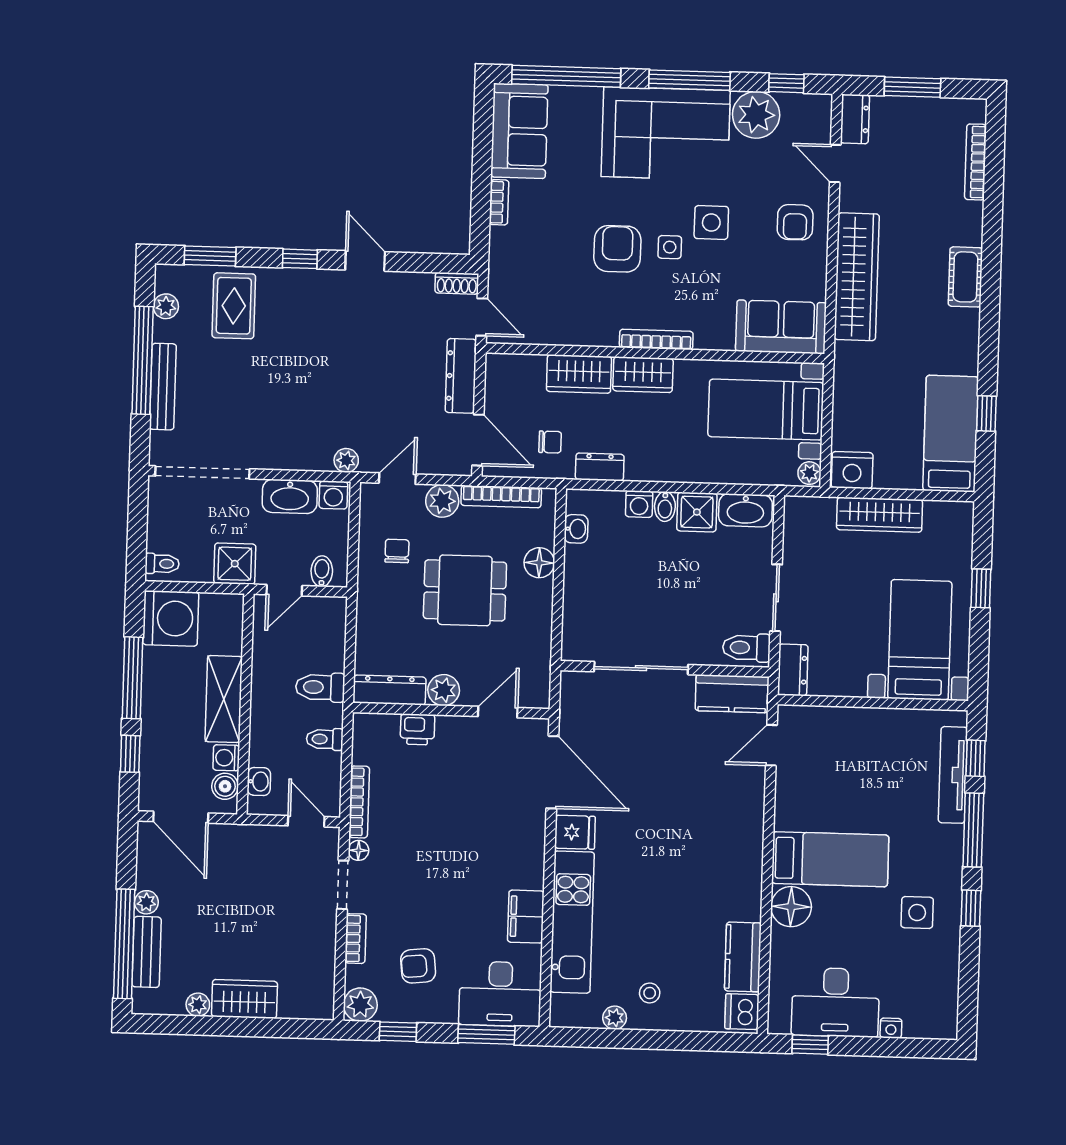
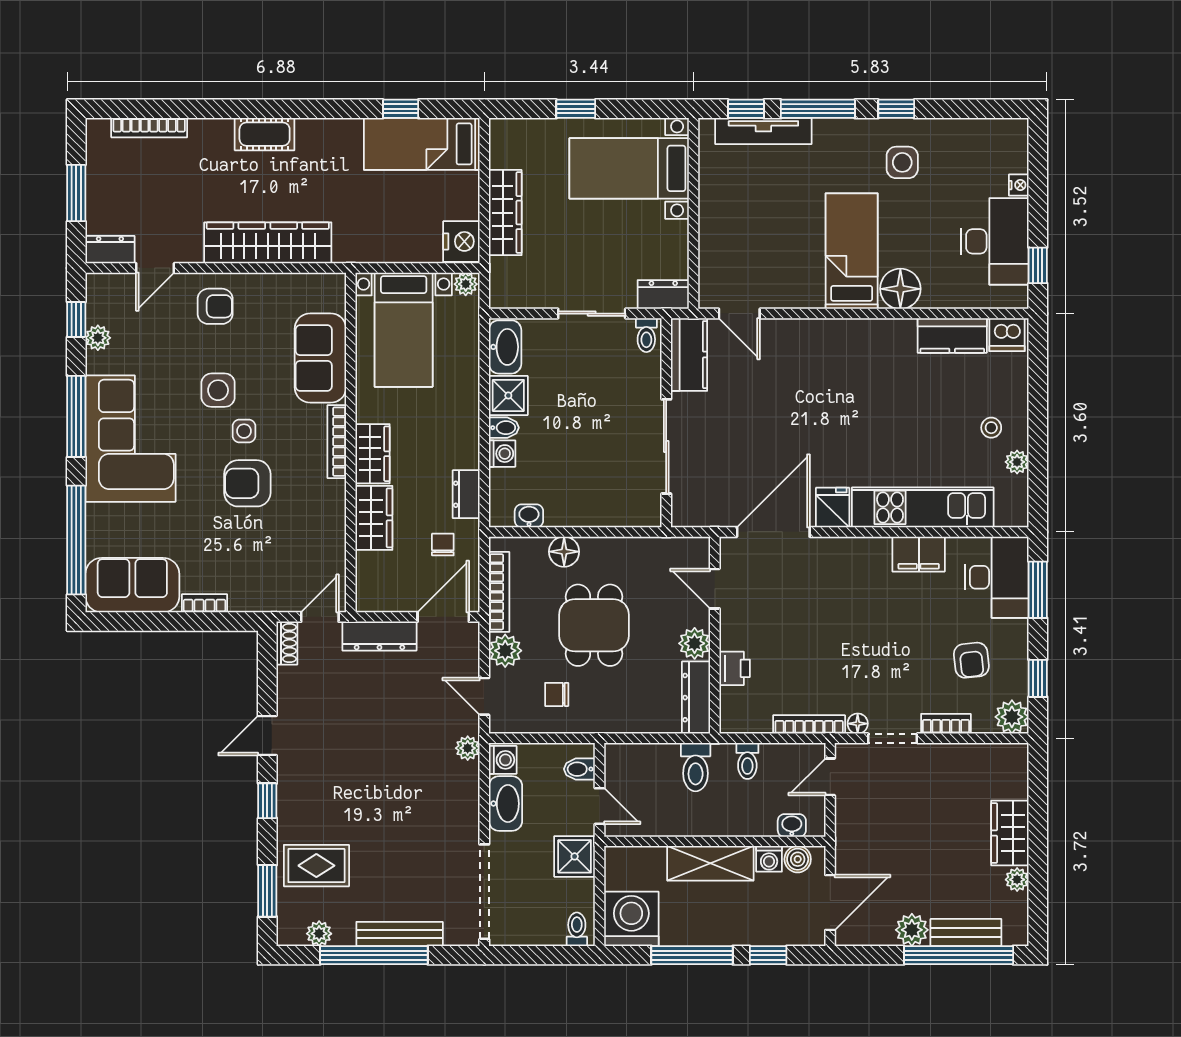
plant: (756, 115) -> (98, 338), width x0.53, depth x0.53
sofa: (781, 327) -> (320, 358), moved
toilet: (746, 648) -> (646, 335), width x0.73, depth x0.72
plant: (146, 902) -> (912, 930), width x1.38, depth x1.38

